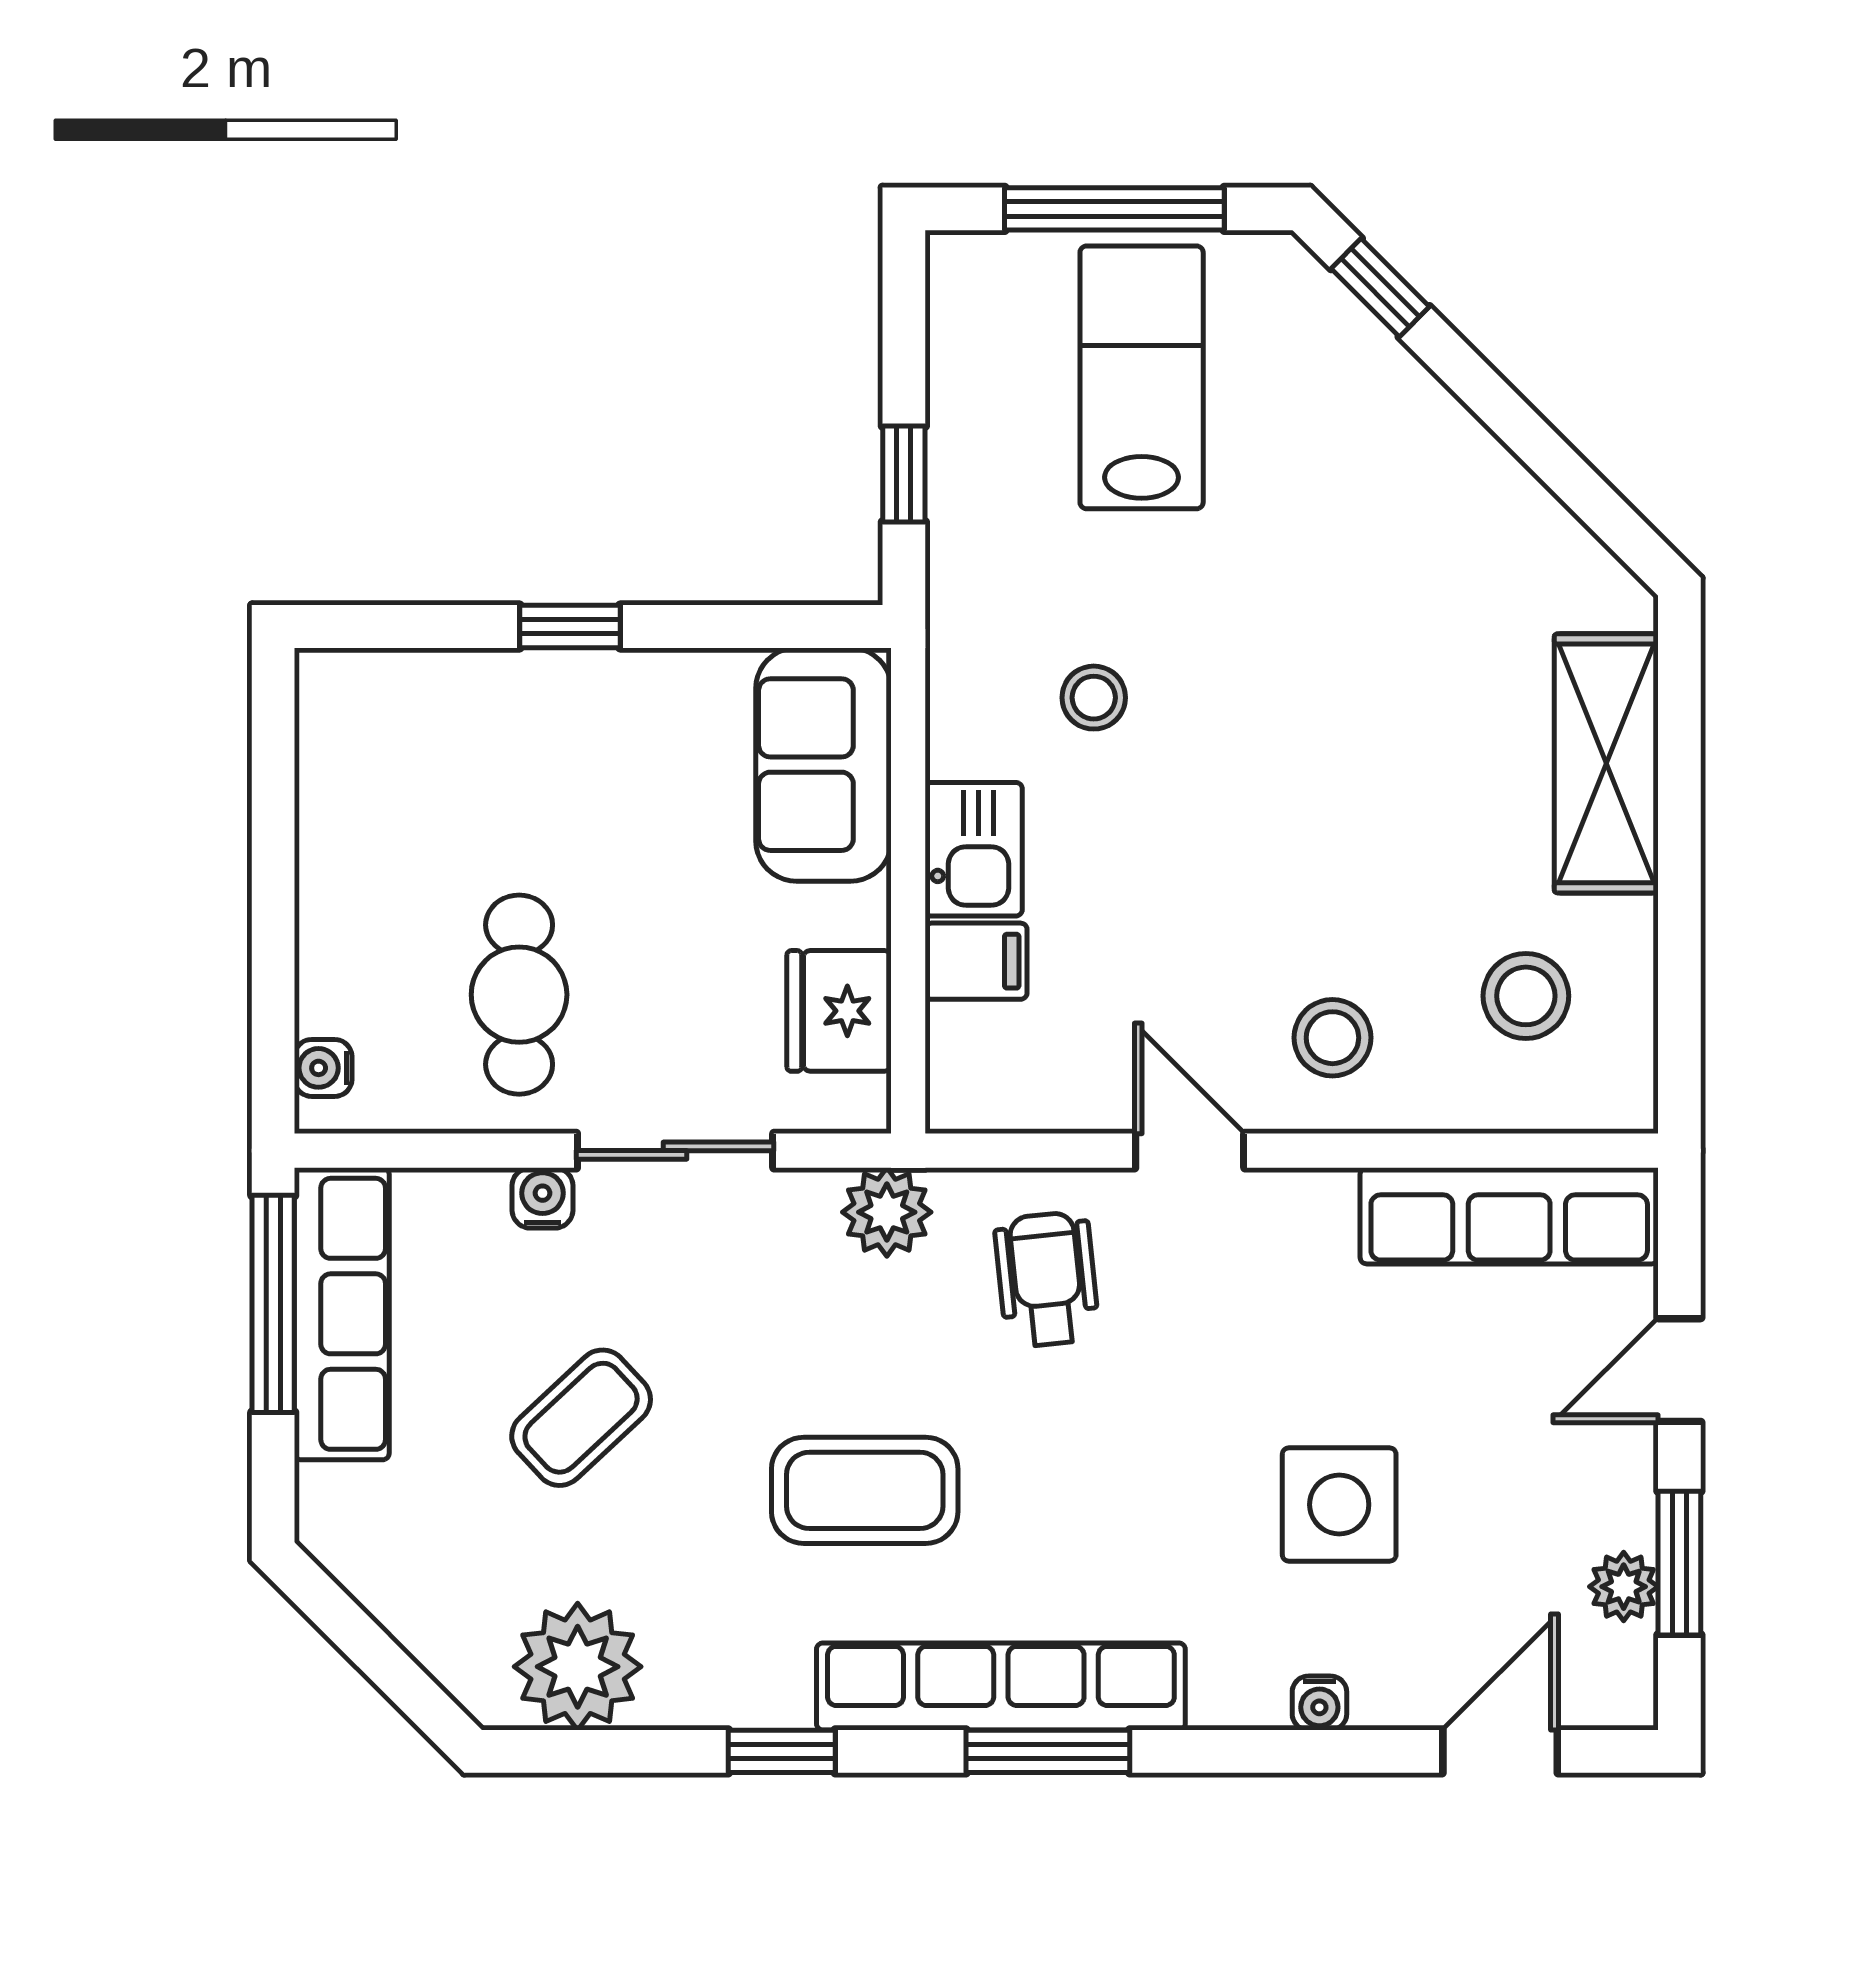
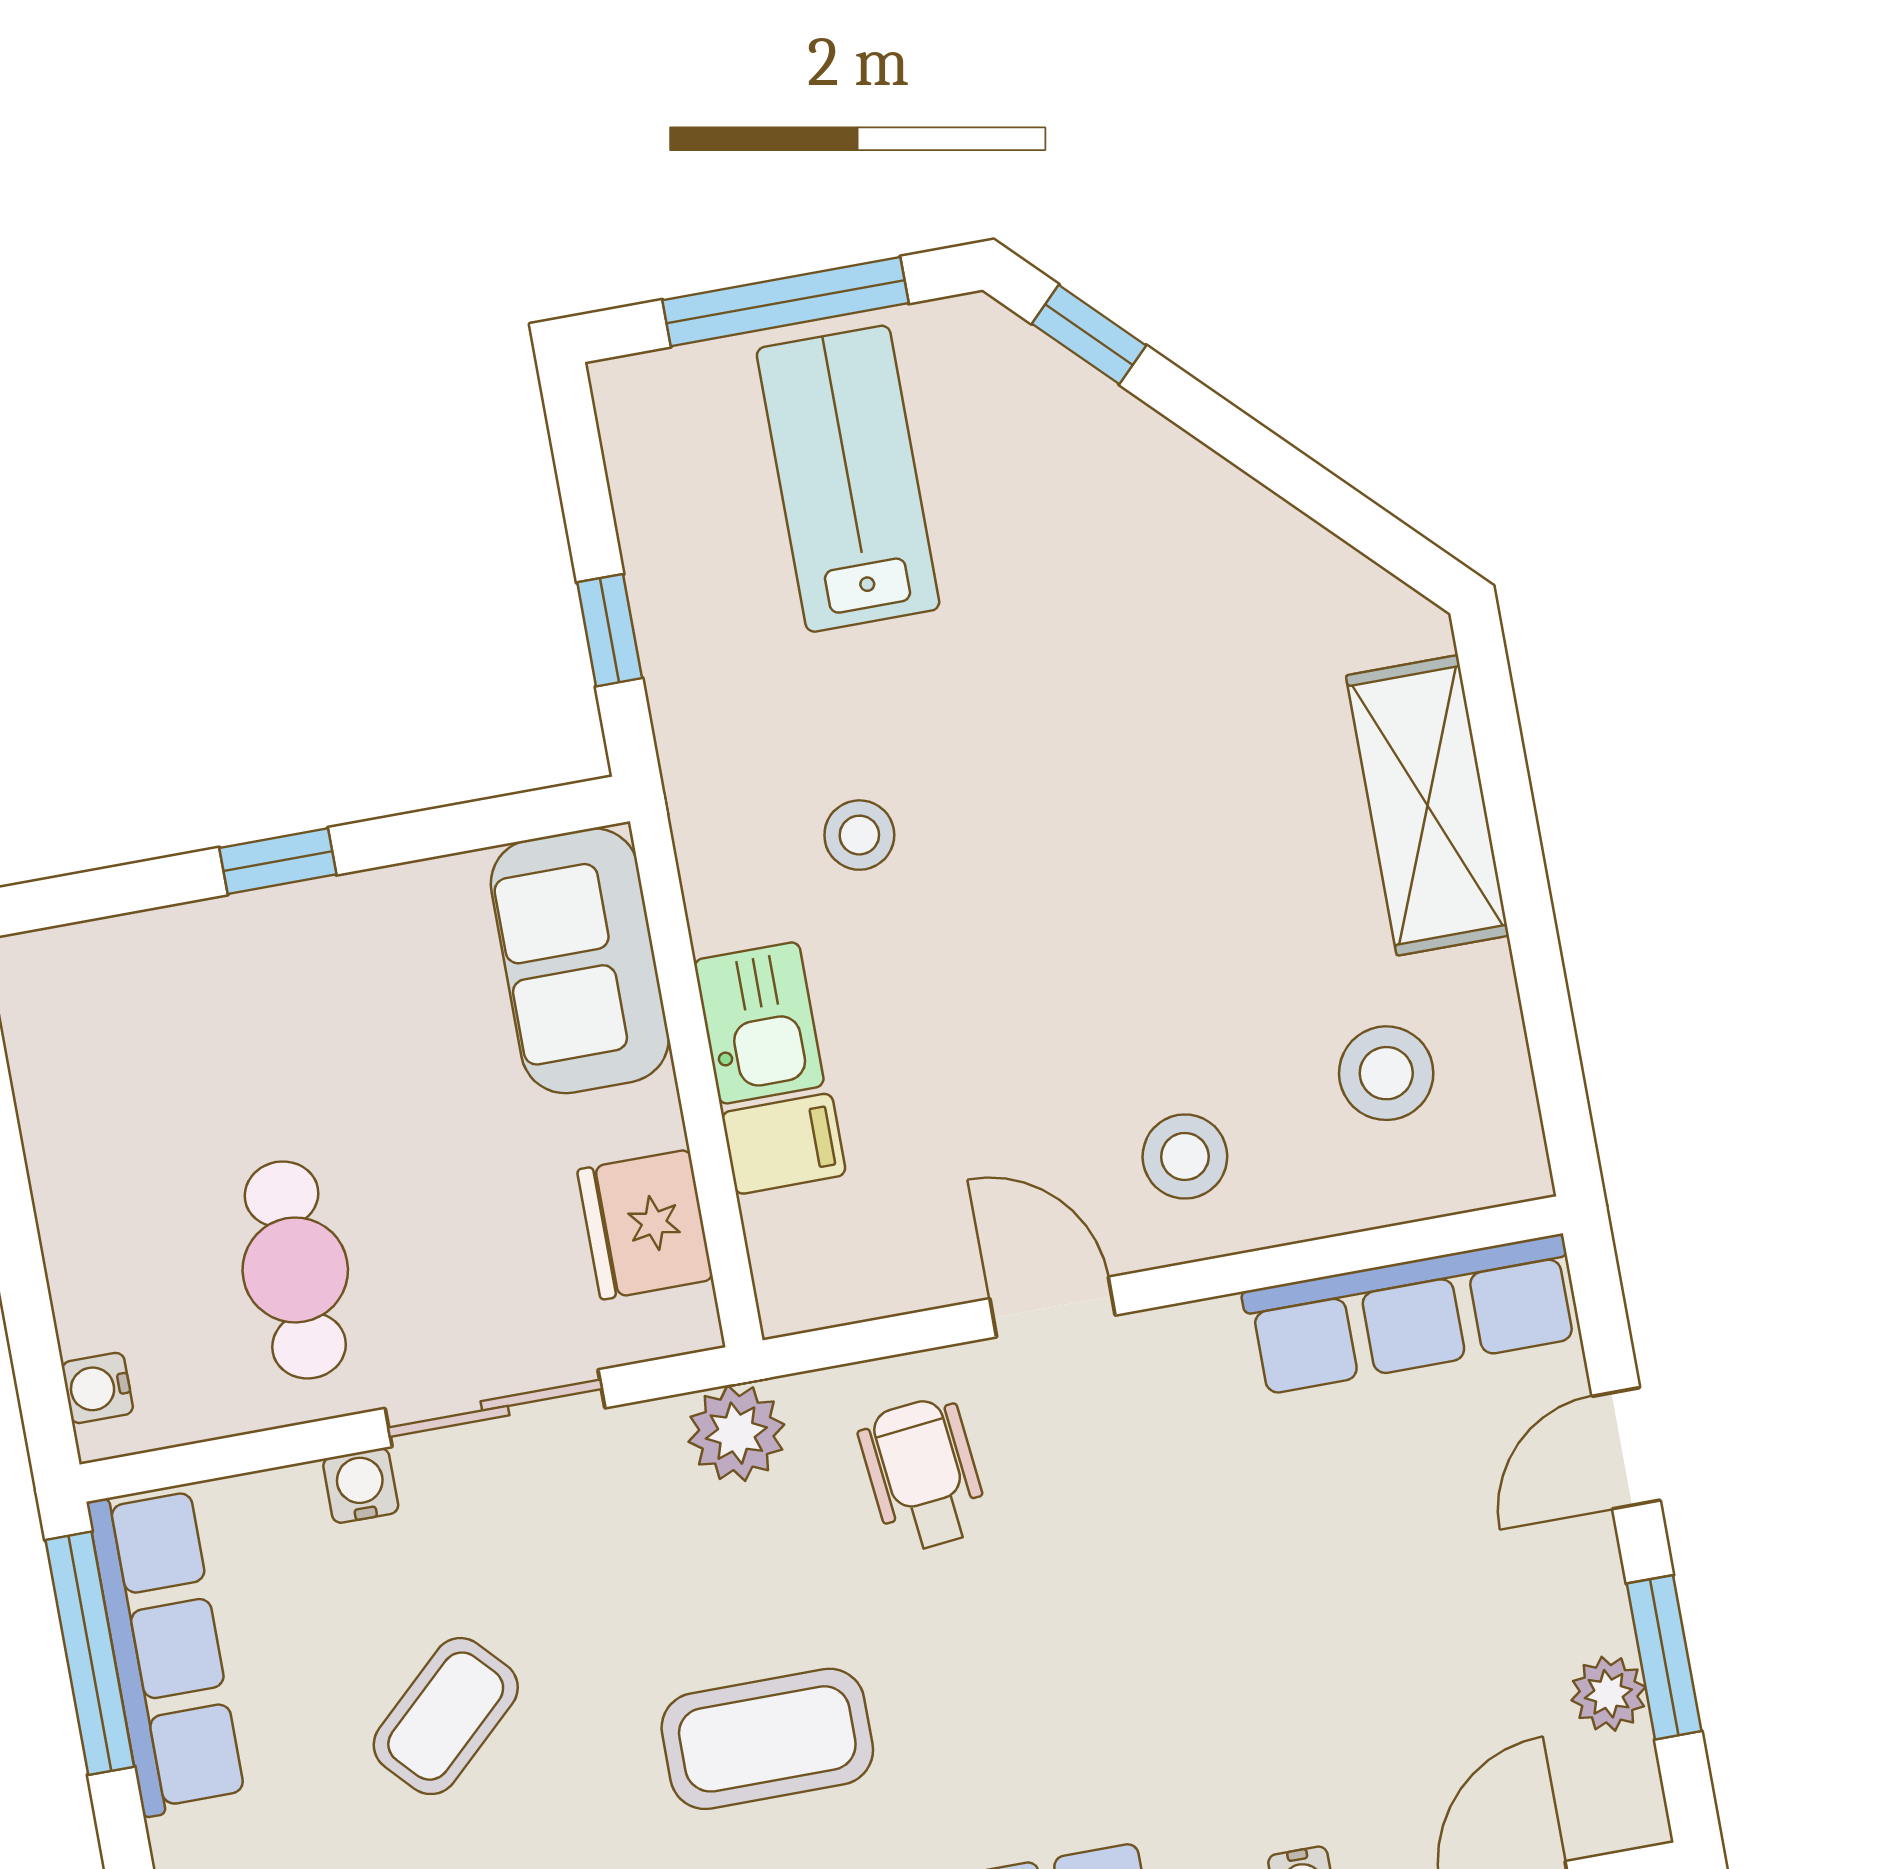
side table: (1339, 1505) -> (1284, 1661), removed

